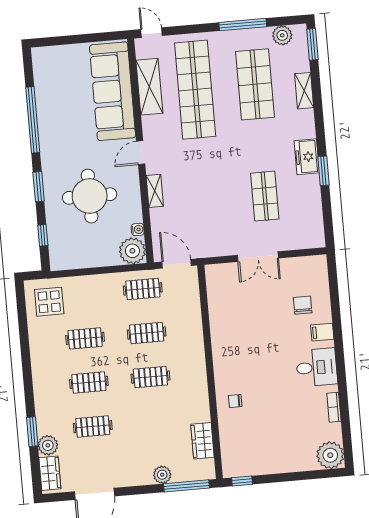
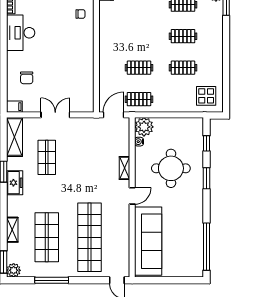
plant: (282, 35) -> (14, 270), moved
shelving: (149, 87) -> (14, 137), moved
window: (33, 120) -> (206, 247), moved
door: (177, 264) -> (113, 115), swing flipped
filing cabinet: (322, 332) -> (14, 107), moved
desk: (317, 367) -> (21, 33), width x1.37
clothes rail: (150, 377) -> (139, 36), removed

